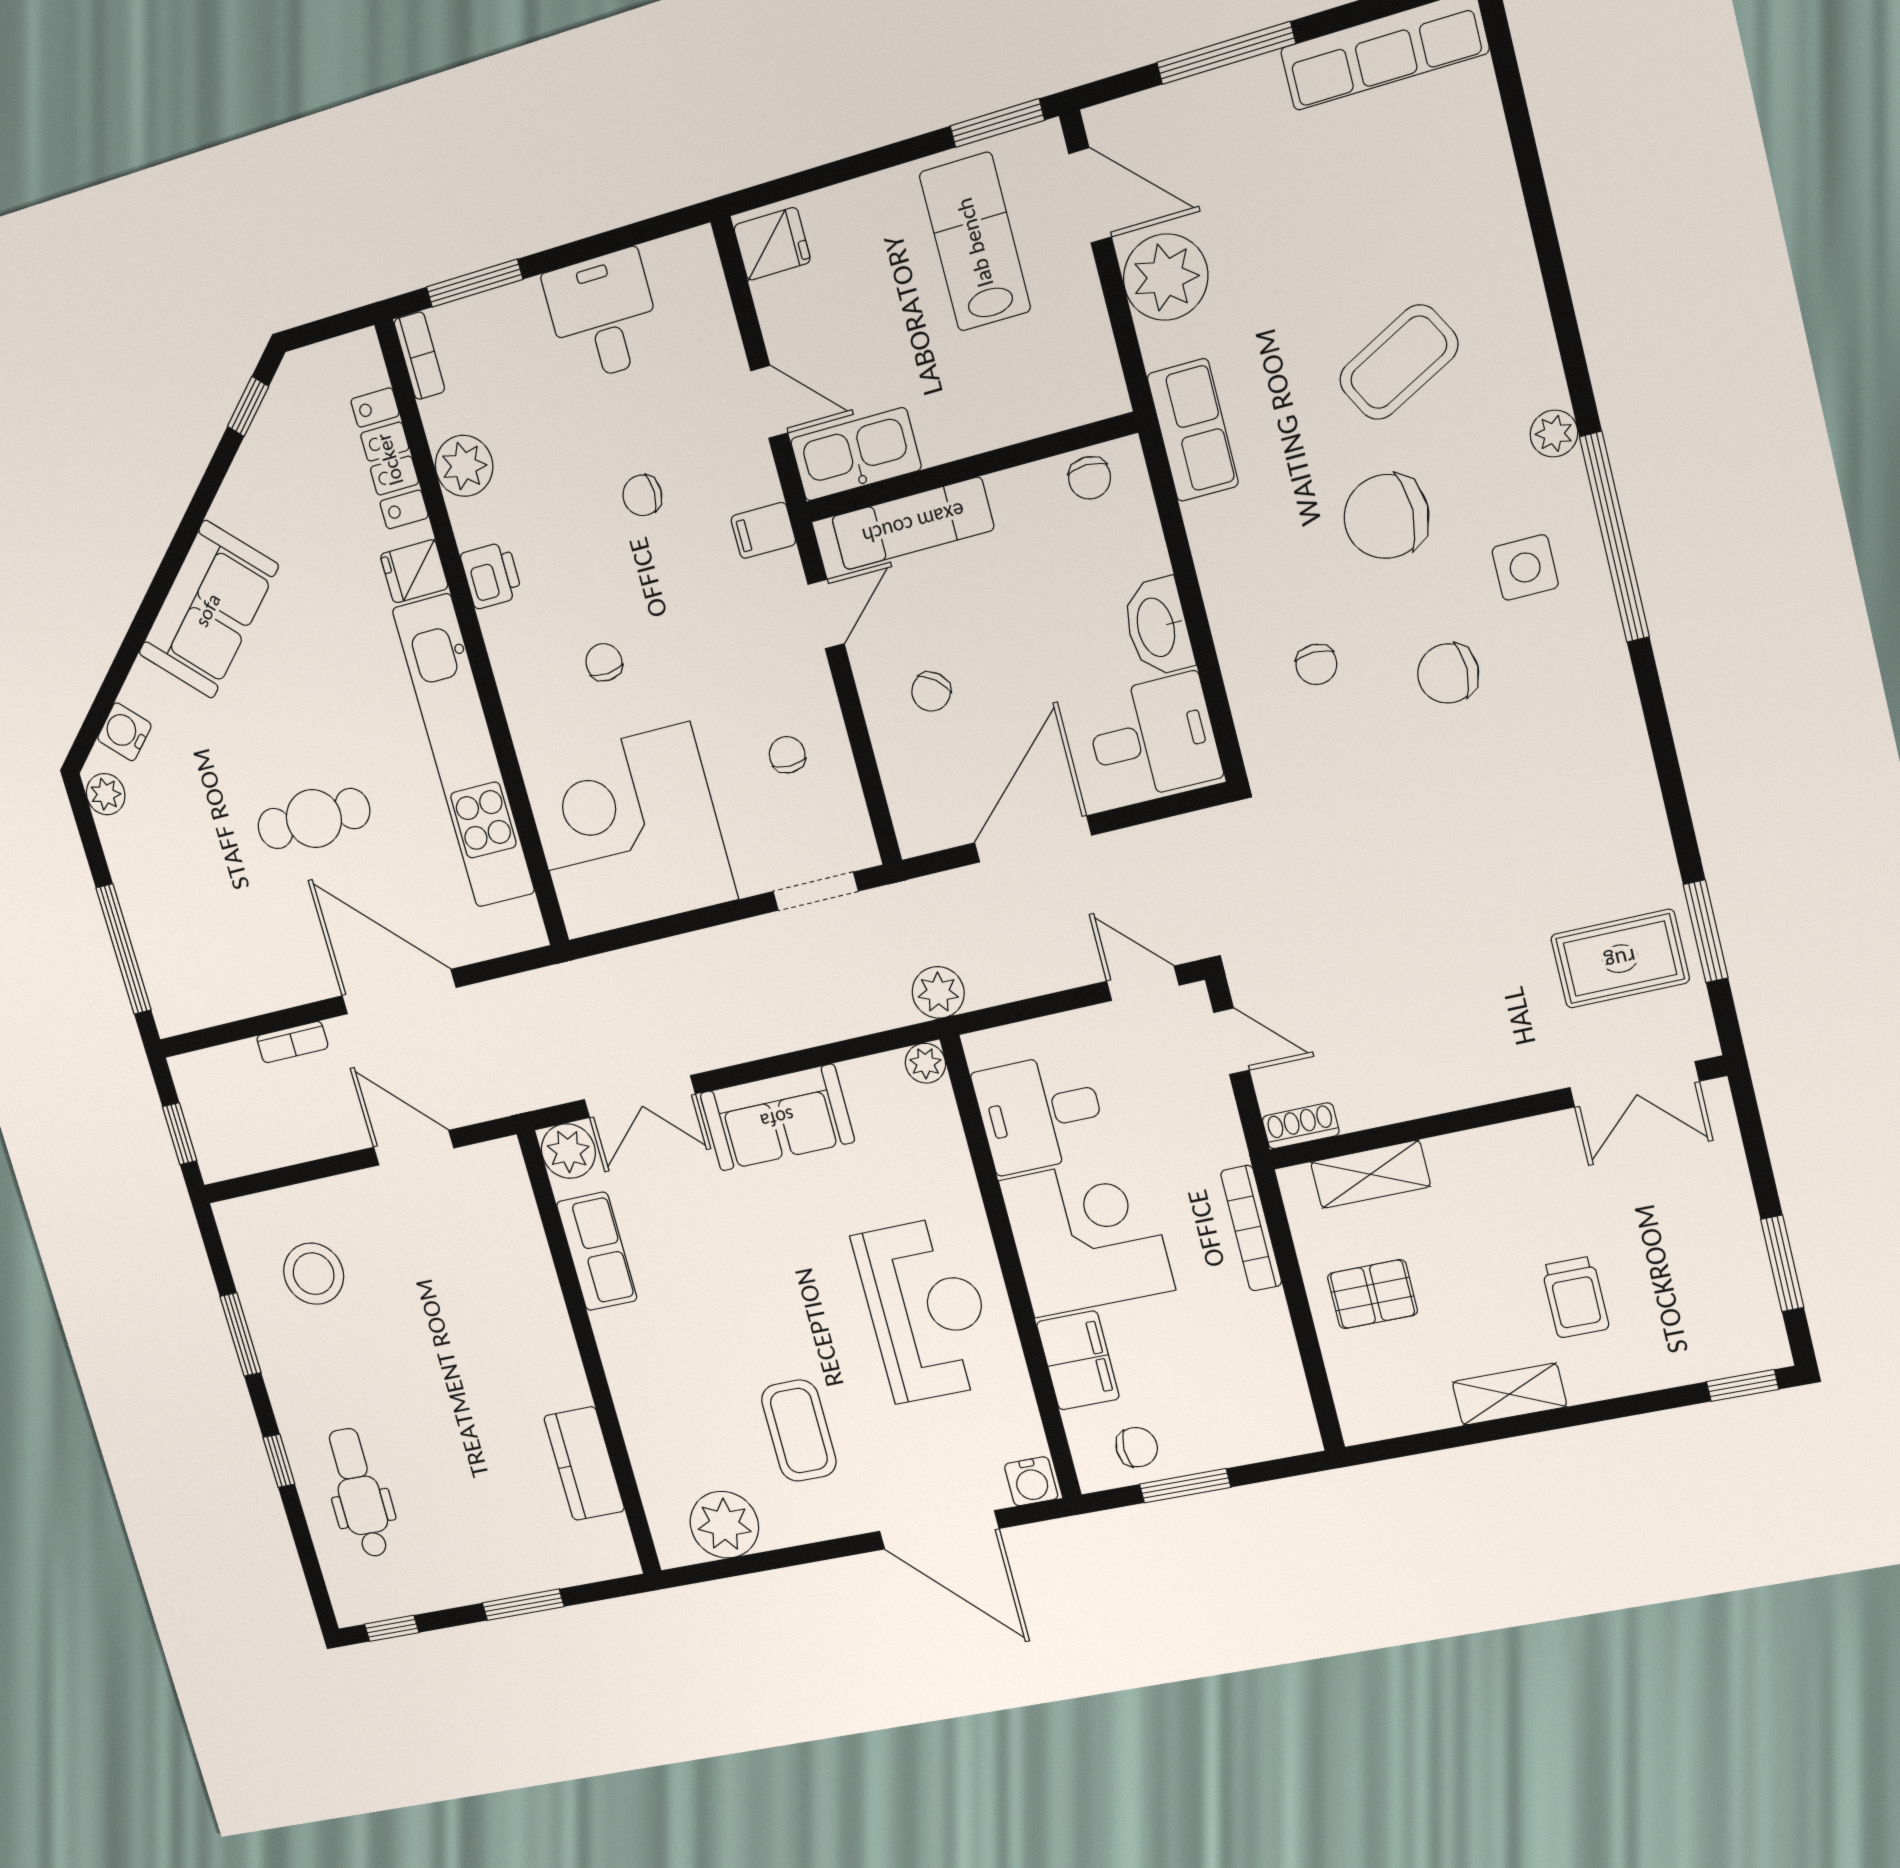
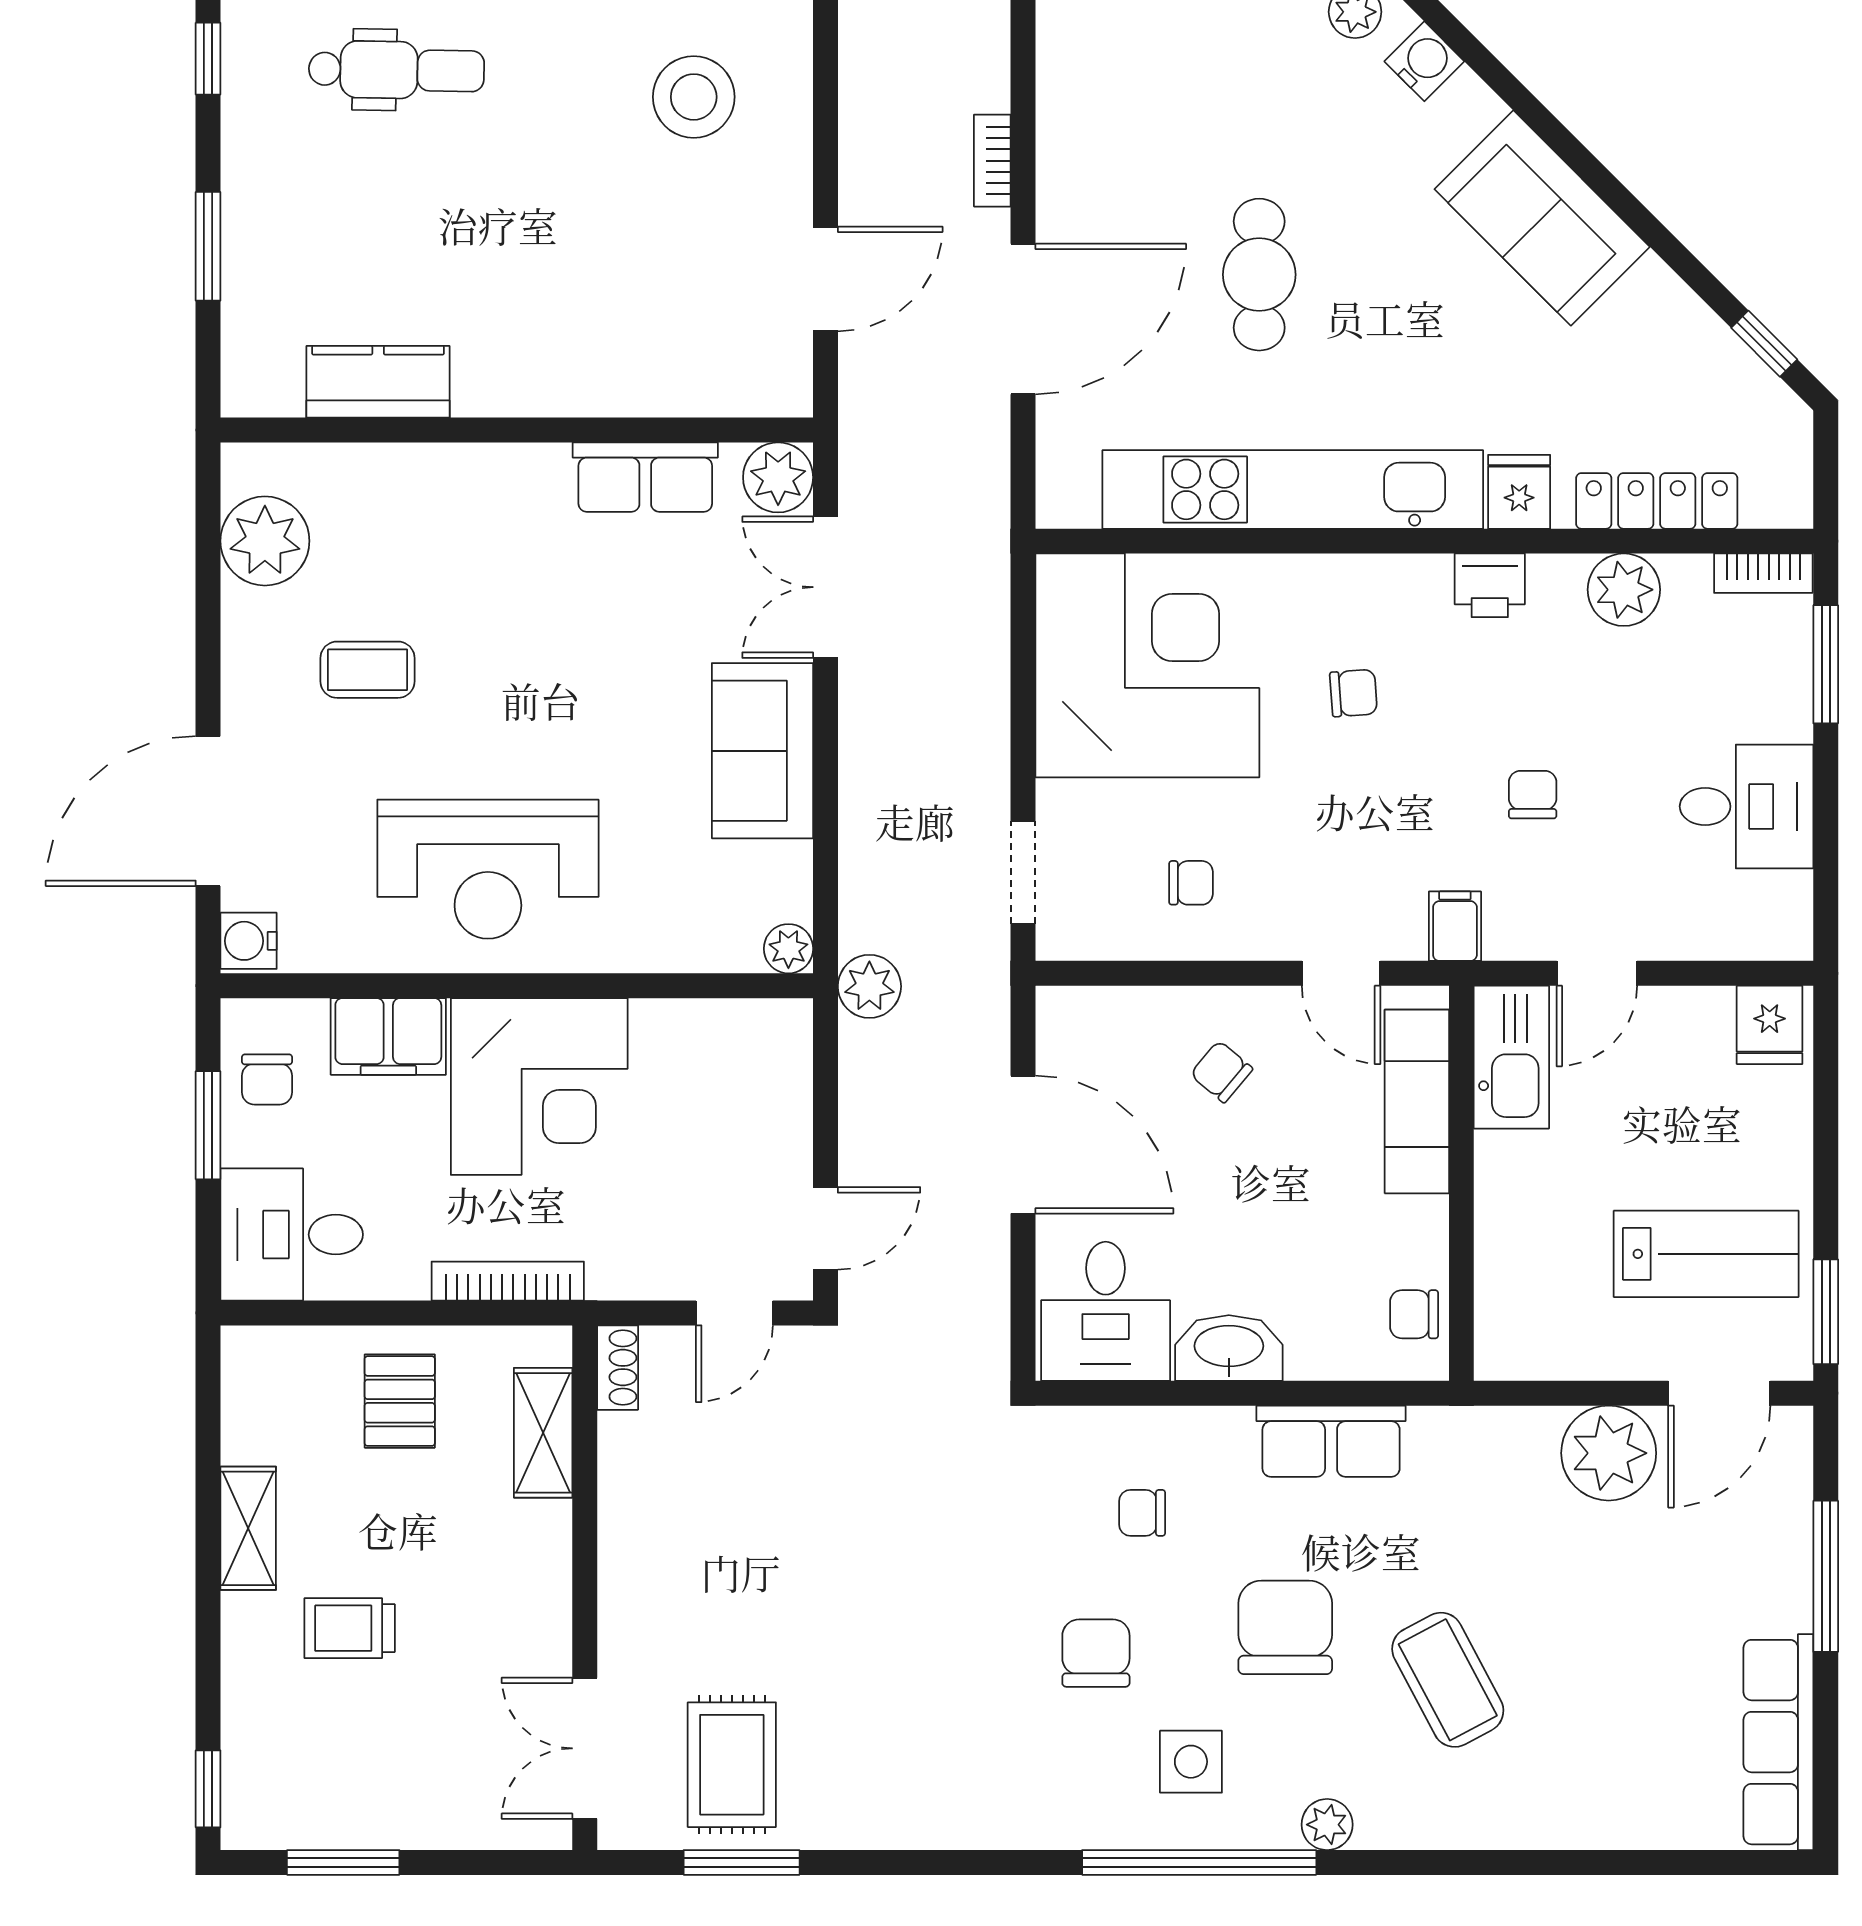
row of seats: (1193, 430) -> (1331, 1441), moved
desk: (1040, 1113) -> (292, 1235), moved, turned -90
coffee table: (799, 1431) -> (367, 670), width x0.73, depth x0.77

